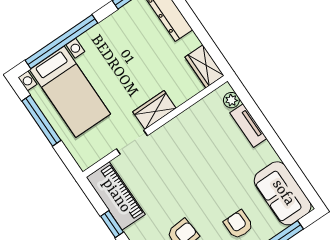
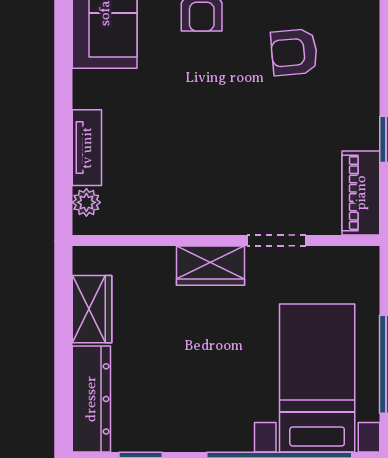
wardrobe: (205, 66) -> (92, 309), moved
piano: (116, 196) -> (361, 193), width x0.73, depth x0.75

